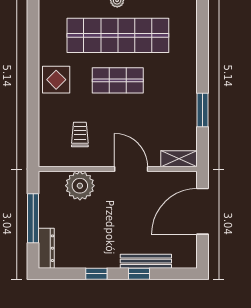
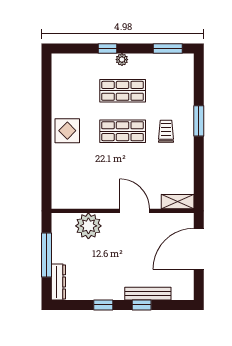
shop shelf: (118, 35) -> (123, 91), width x0.50, depth x0.74
window: (203, 110) -> (199, 121), moved
trolley: (80, 134) -> (166, 131), moved

